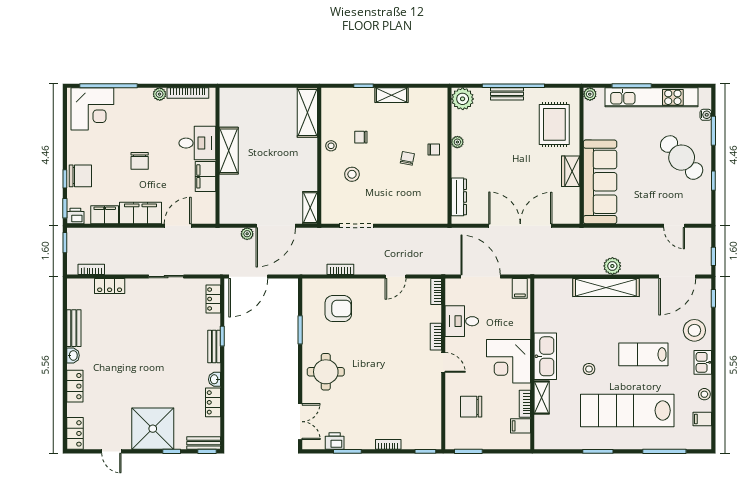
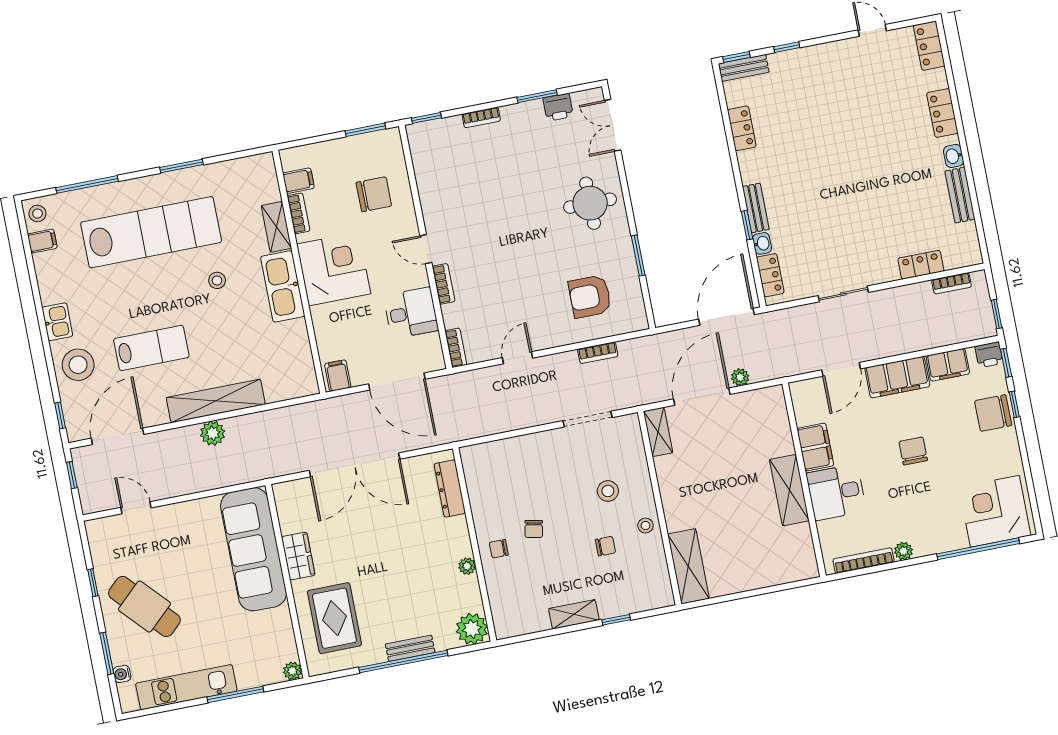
kitchen unit: (652, 97) -> (186, 687), width x0.73
lab bench: (643, 354) -> (151, 348), moved
washbasin: (215, 379) -> (762, 243), moved
stool: (704, 394) -> (37, 214), moved
shower: (153, 429) -> (820, 74), removed

